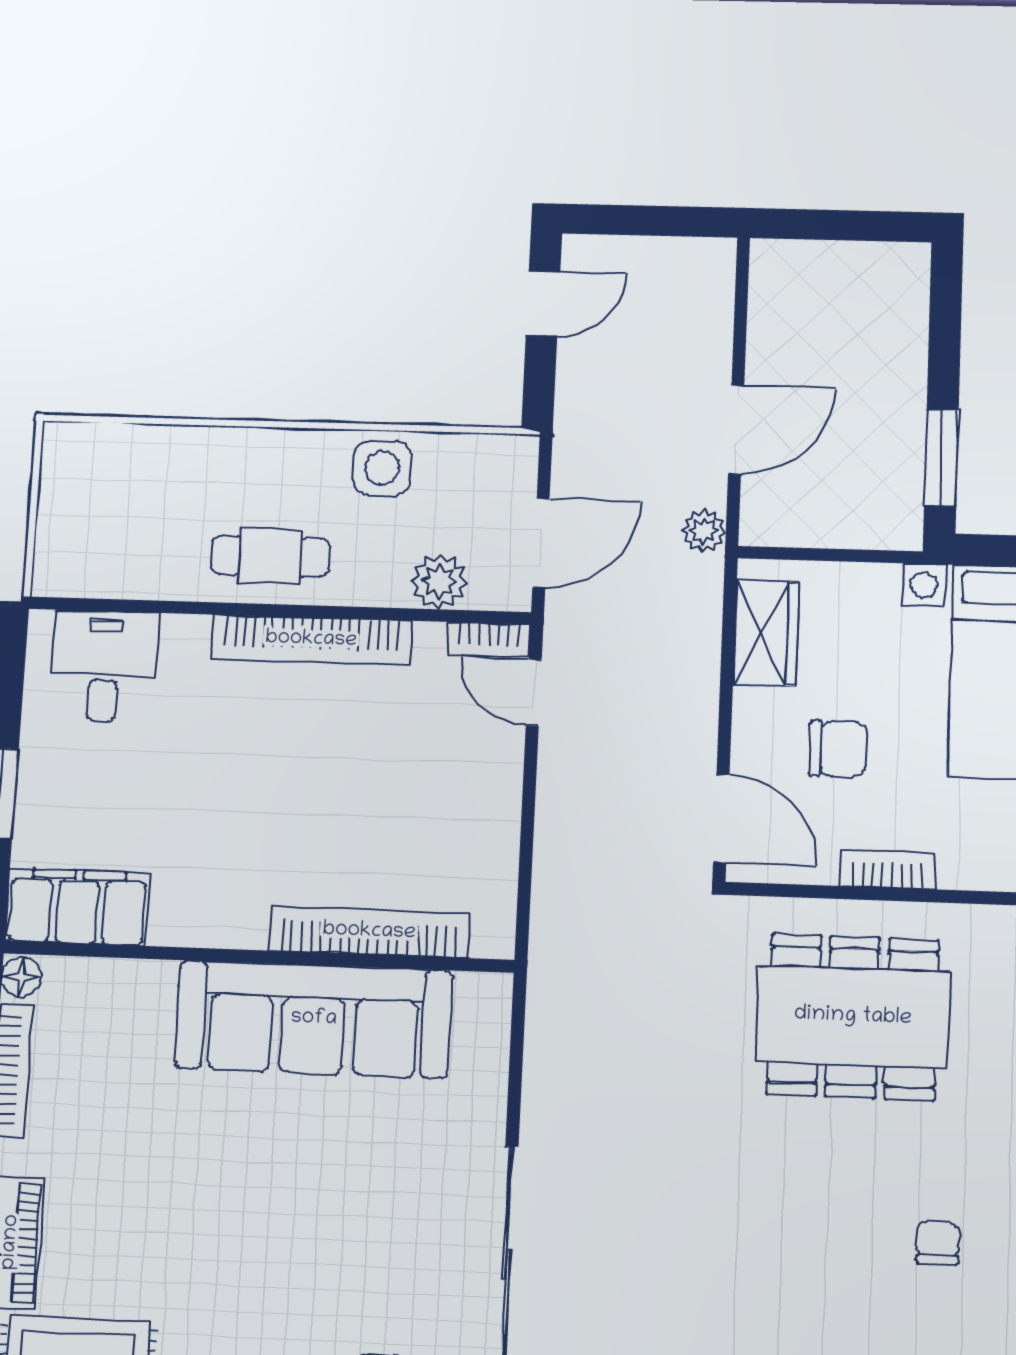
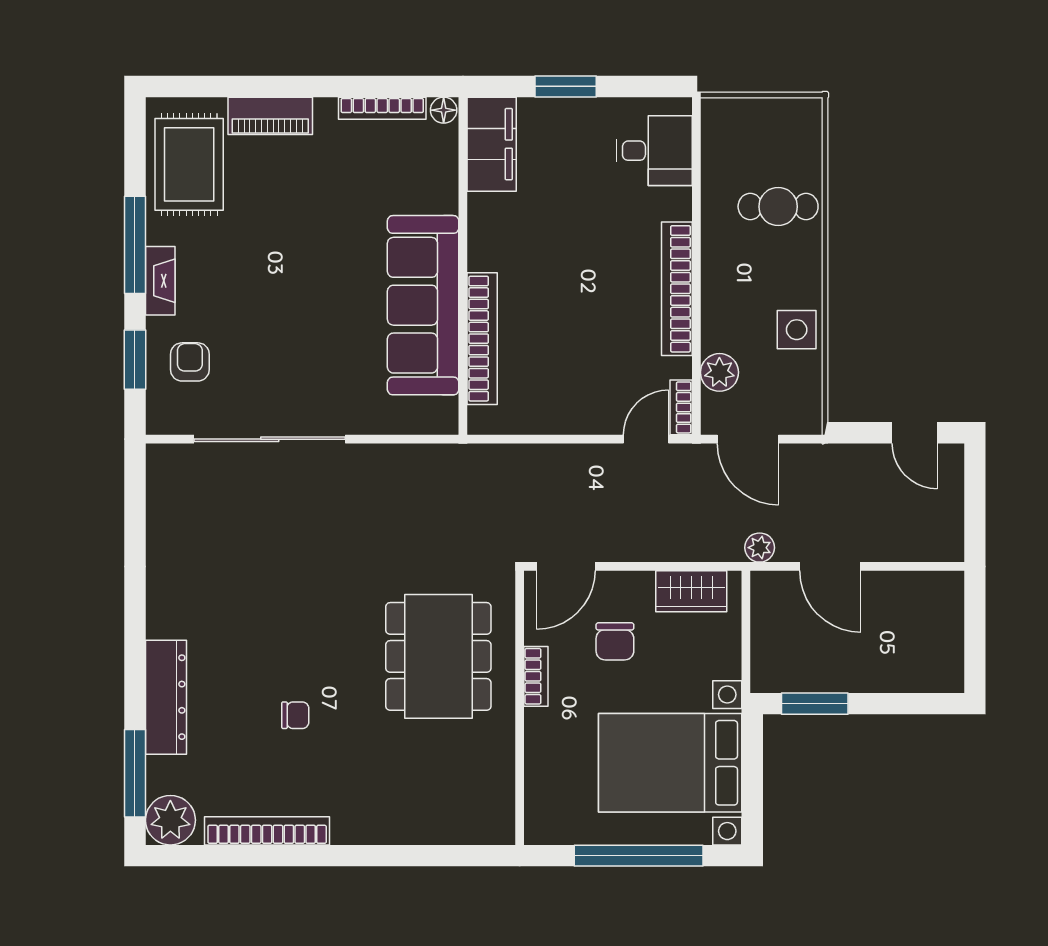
cafe table: (270, 556) -> (778, 207), moved, turned 90

